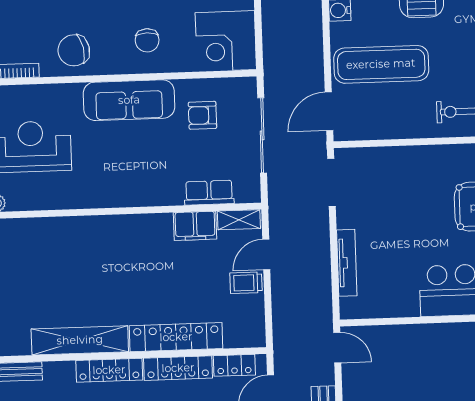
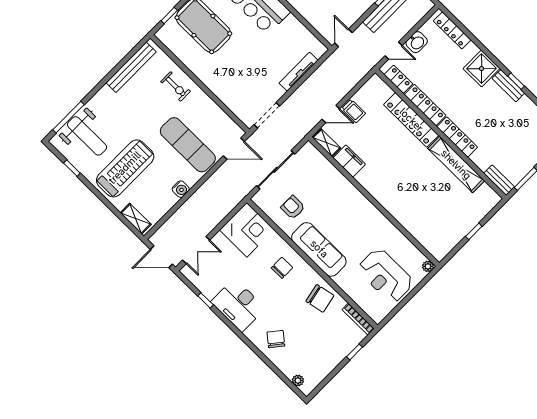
armchair: (202, 115) -> (293, 207), turned 180
row of seats: (209, 193) -> (327, 169), removed

